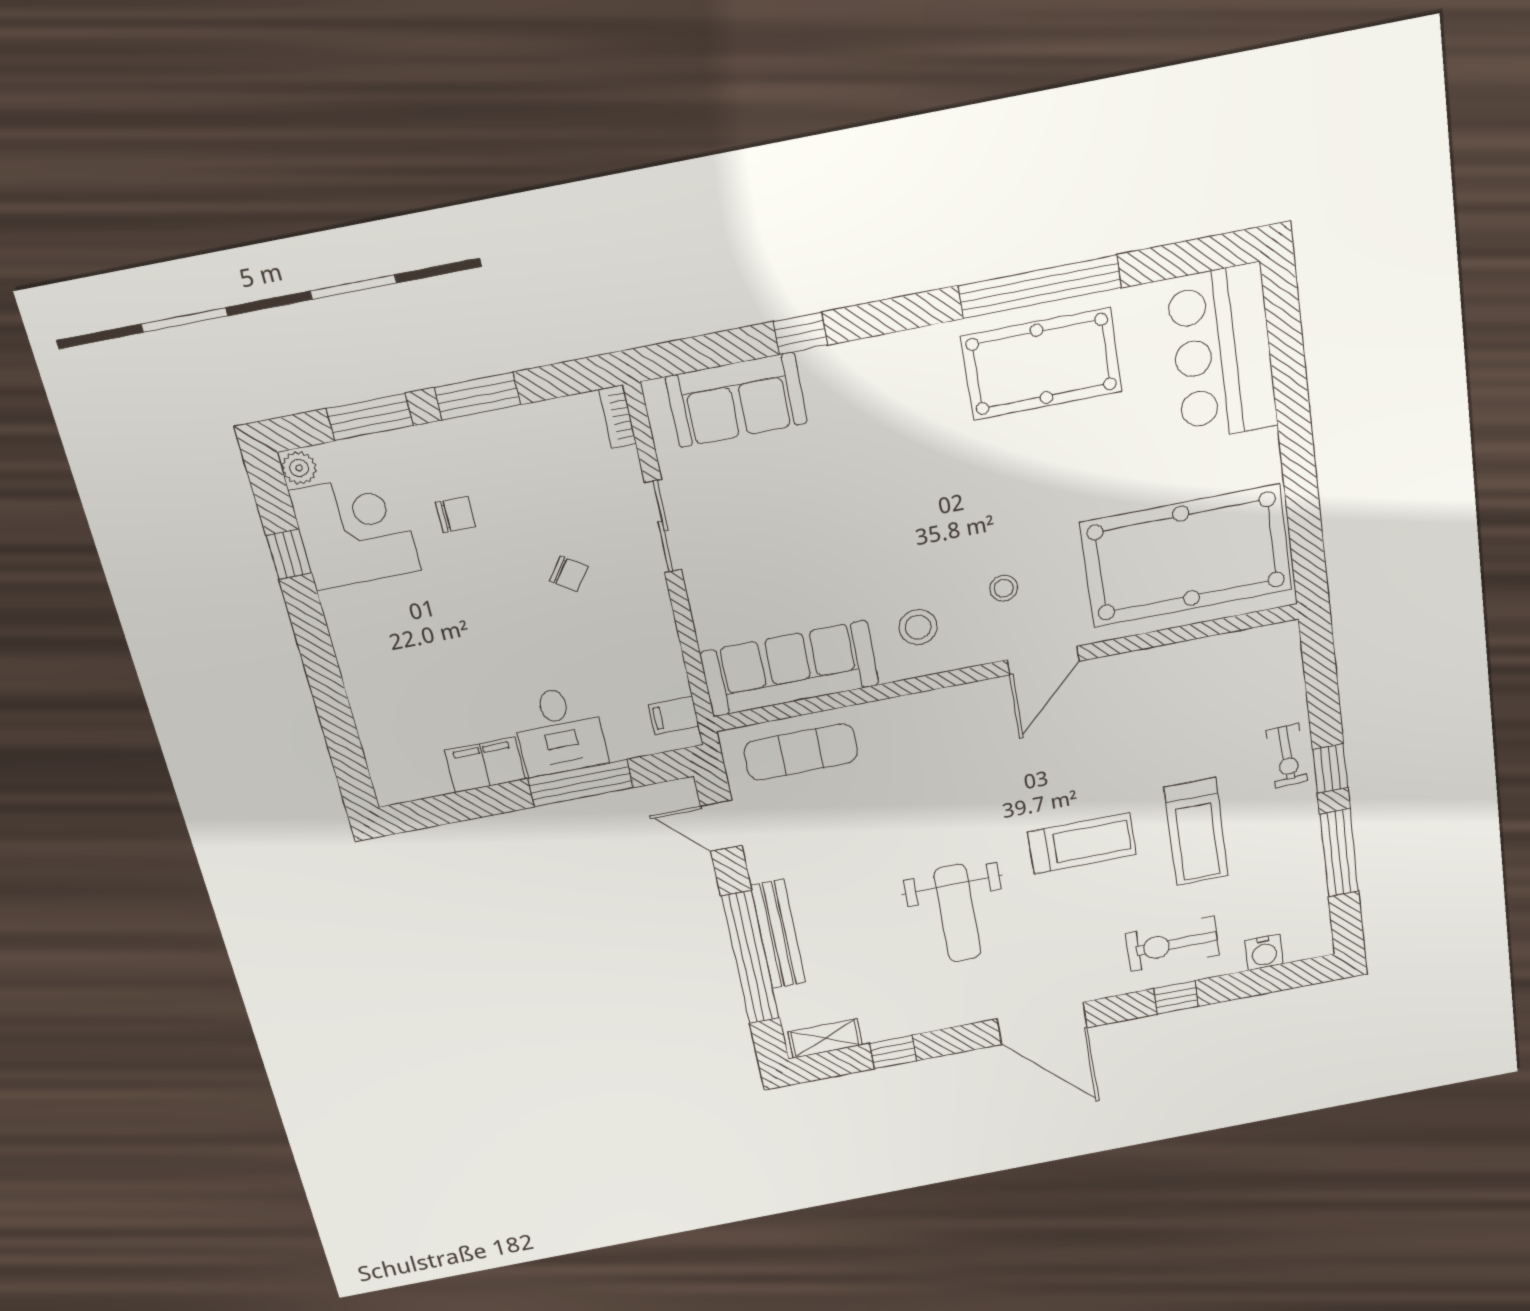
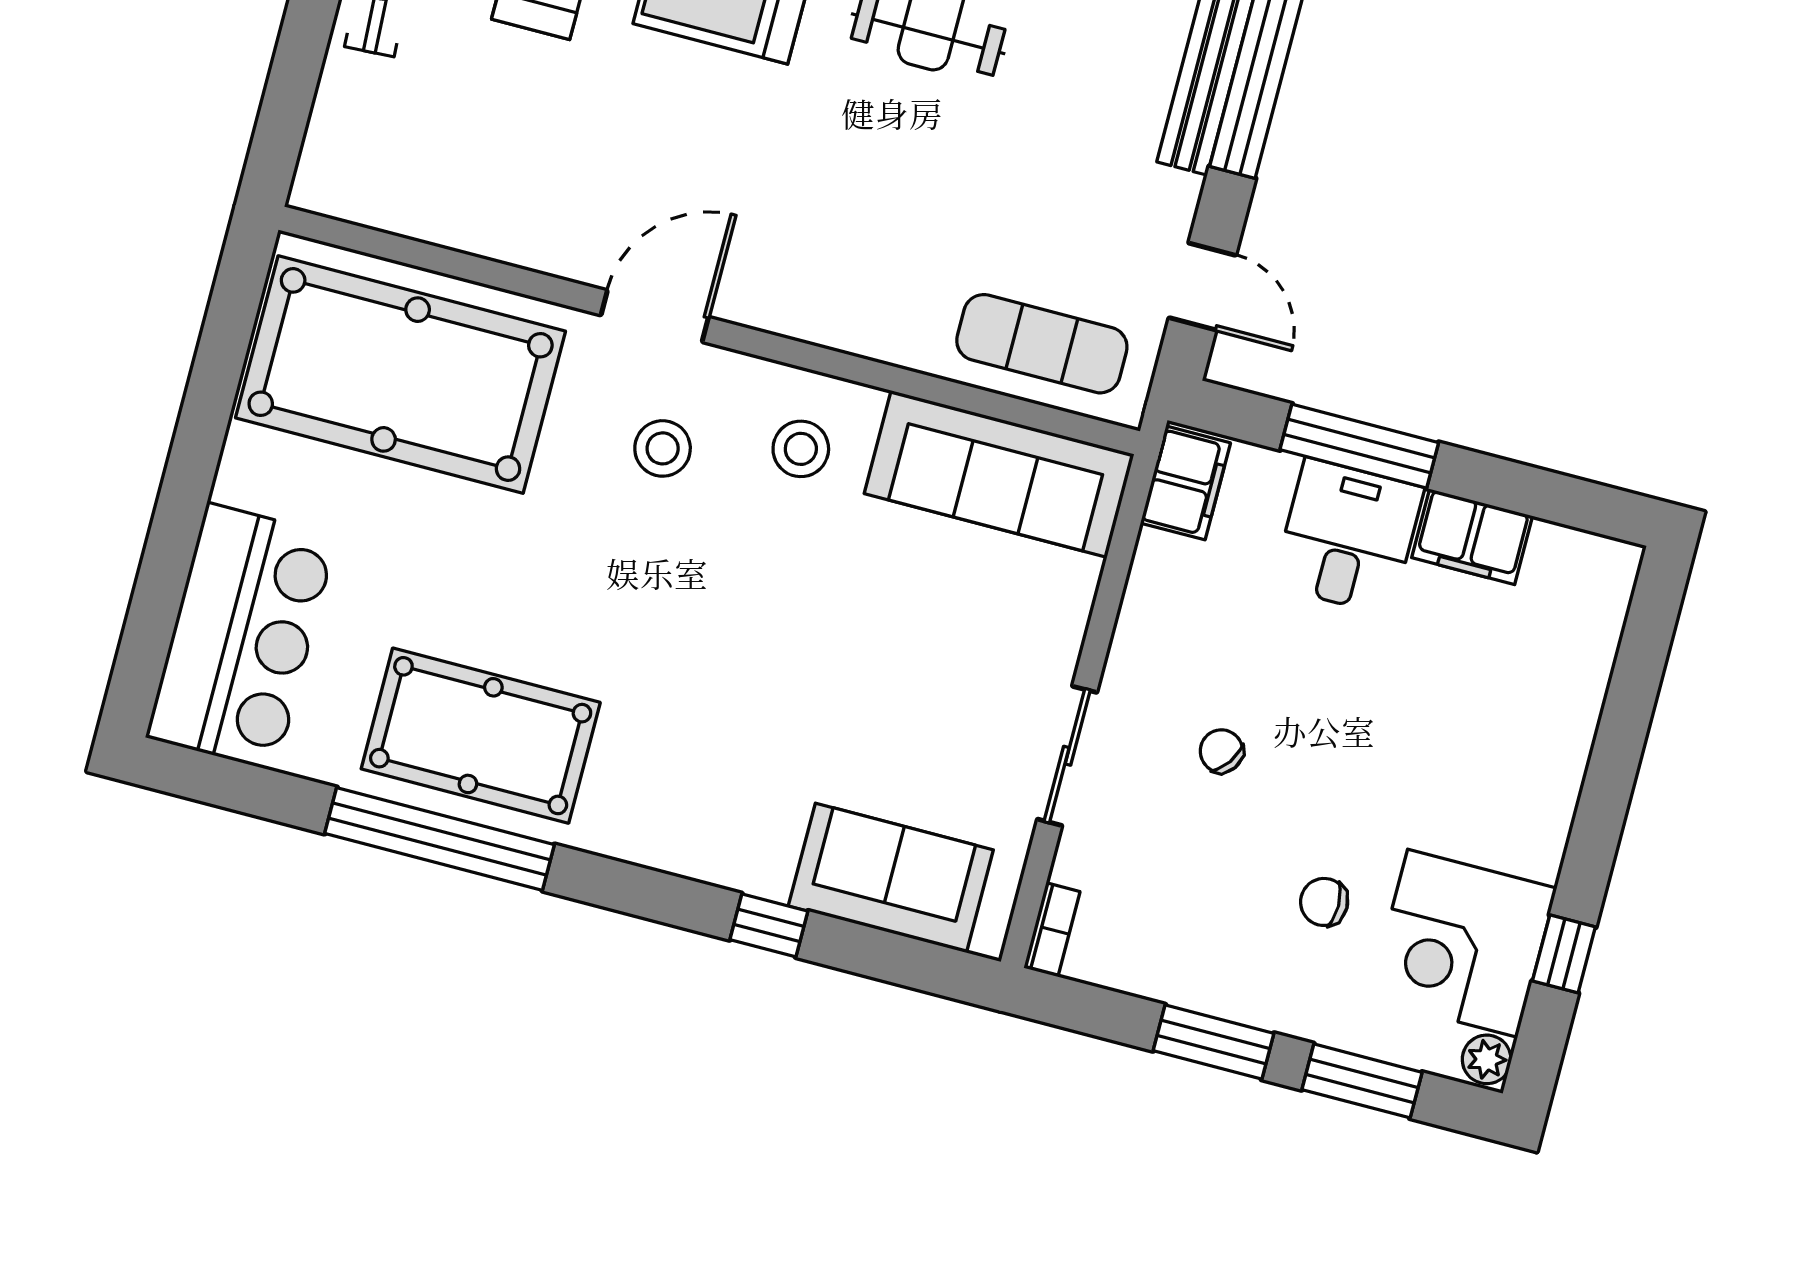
stool: (1004, 588) -> (663, 448), width x1.37, depth x1.37
filing cabinet: (674, 715) -> (1185, 483), width x2.00

